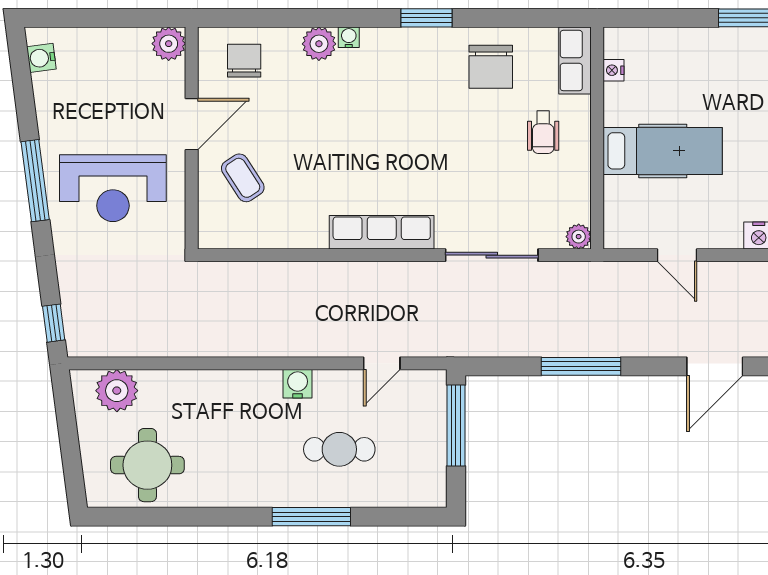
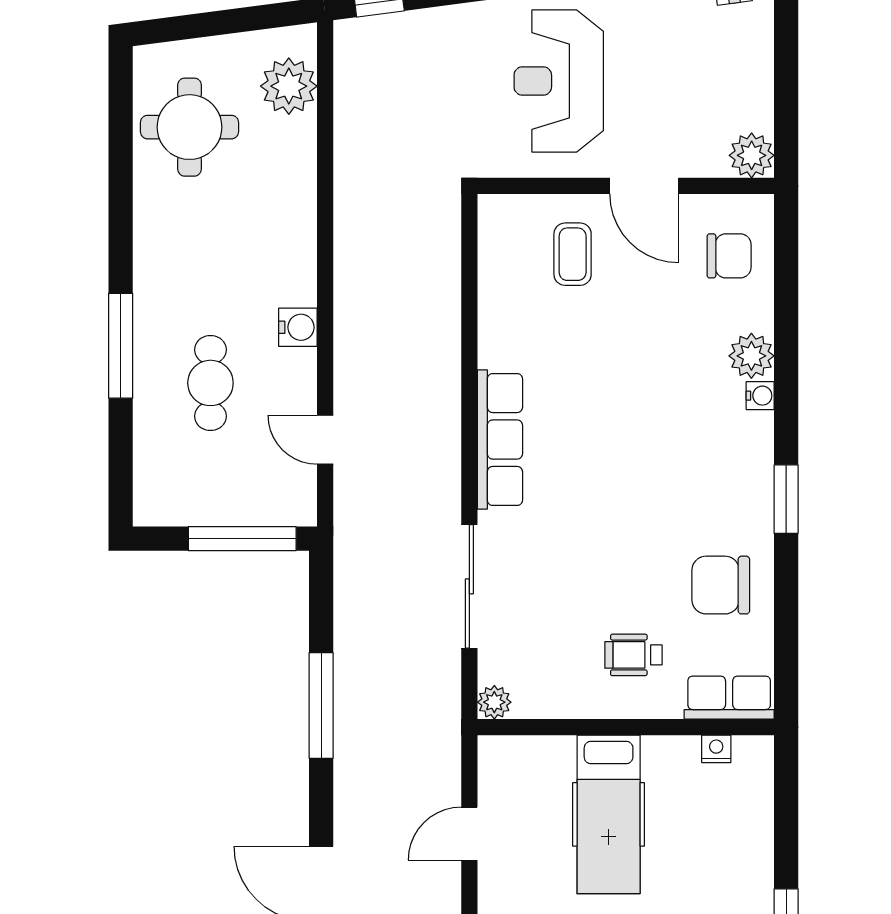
coffee table: (243, 178) -> (573, 254), turned -57

